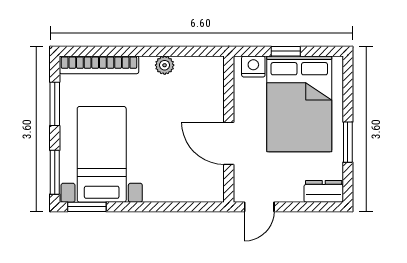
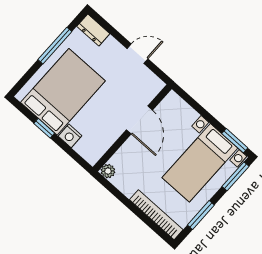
plant: (165, 65) -> (108, 171), moved
wall: (229, 129) -> (132, 128), moved
window: (348, 142) -> (55, 46), width x1.44
door: (229, 143) -> (139, 120), moved

